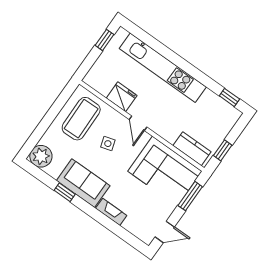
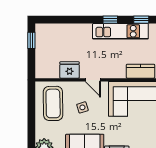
kitchen unit: (163, 68) -> (120, 31), moved, width x0.73
window: (198, 75) -> (110, 20), added

